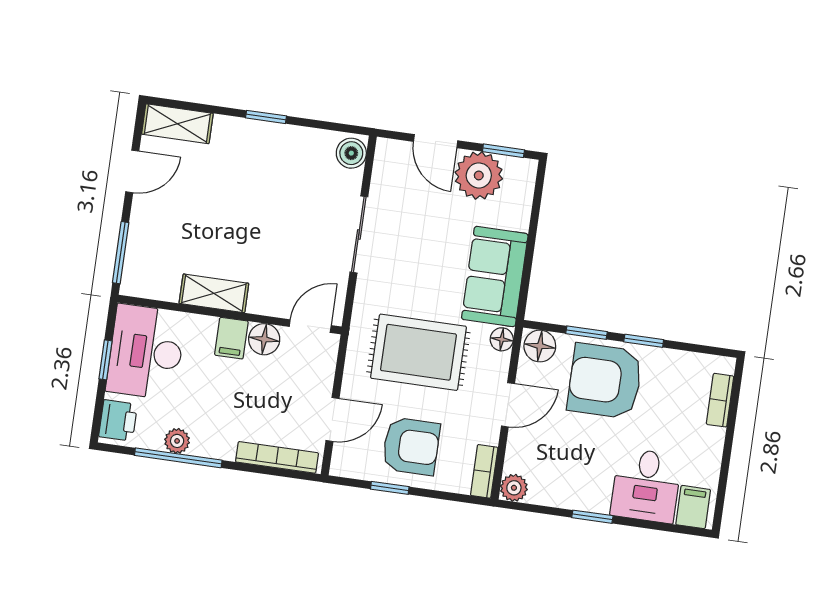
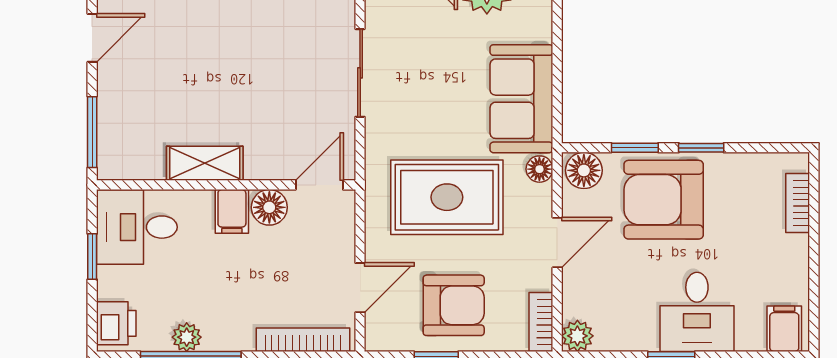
desk: (146, 352) -> (137, 227), width x0.73
desk: (646, 486) -> (697, 312), moved

